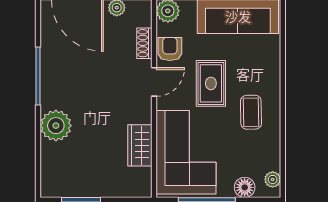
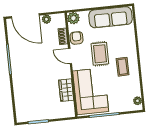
door: (154, 82) -> (70, 56), swing flipped
plant: (56, 126) -> (21, 84), removed
floor lamp: (245, 187) -> (123, 106), removed

